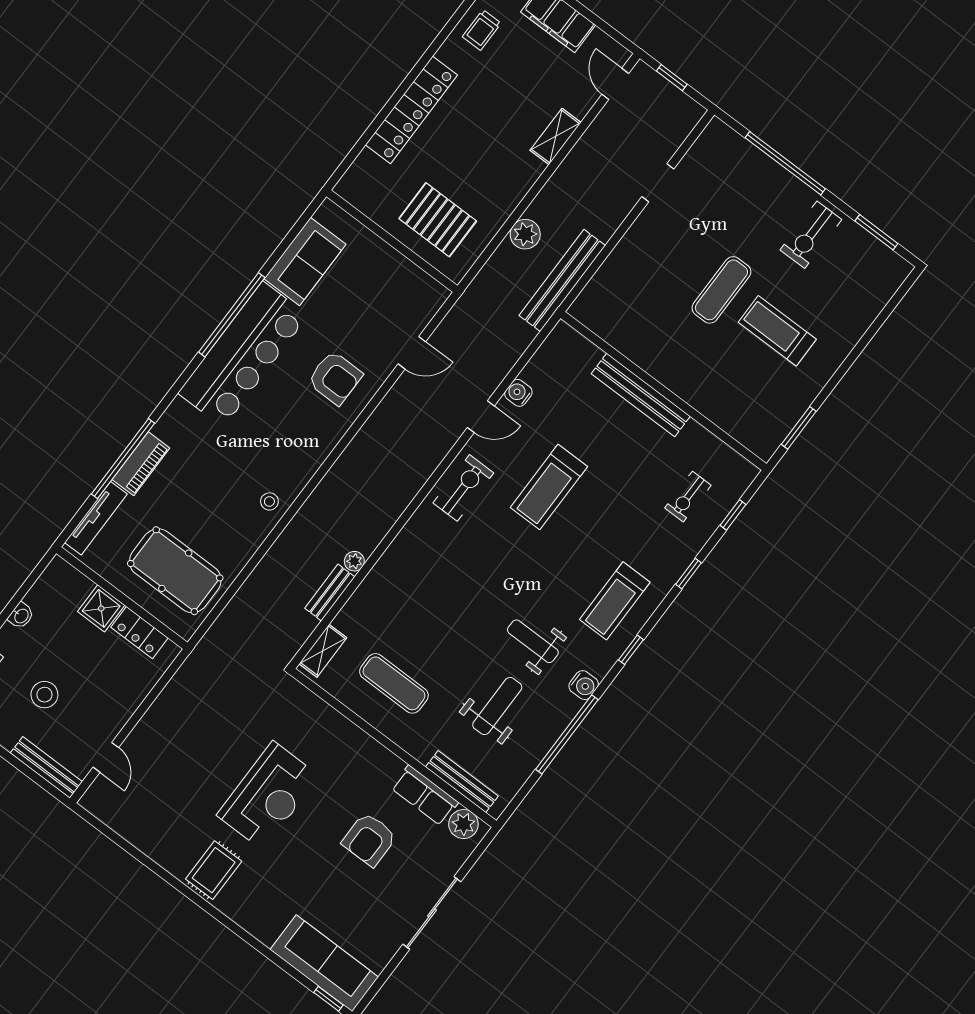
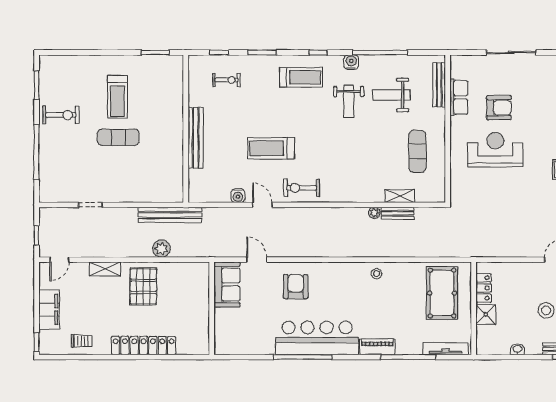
pallet: (438, 220) -> (143, 286), moved
sofa: (305, 262) -> (227, 284), moved, turned 90
piano: (141, 464) -> (377, 347), moved
treadmill: (549, 487) -> (271, 148), turned 180
window: (689, 574) -> (262, 53), width x1.50
shelving: (323, 651) -> (400, 196), moved
reception desk: (268, 796) -> (495, 150), moved
plant: (463, 824) -> (459, 69), removed

